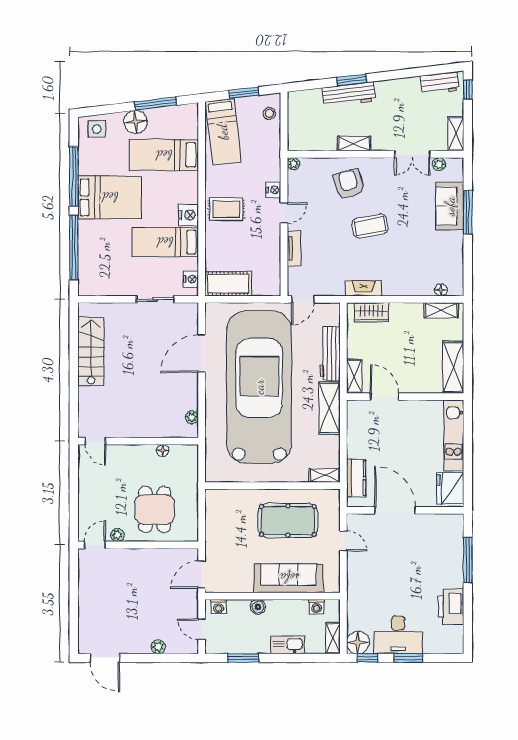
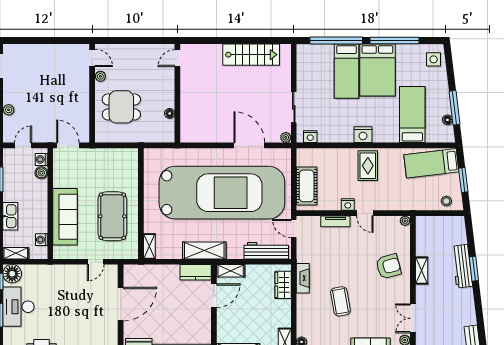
floor lamp: (136, 122) -> (447, 120), moved, width x0.53, depth x0.53
nightstand: (273, 190) -> (348, 204), moved
coffee table: (370, 226) -> (340, 301), moved
bed: (165, 242) -> (347, 71), moved, turned 180
cot: (228, 284) -> (307, 186), moved
workbench: (330, 354) -> (266, 251), moved
plant: (192, 417) -> (286, 137), moved
kitchen counter: (356, 478) -> (196, 272), moved
boiler: (258, 607) -> (41, 173), moved

